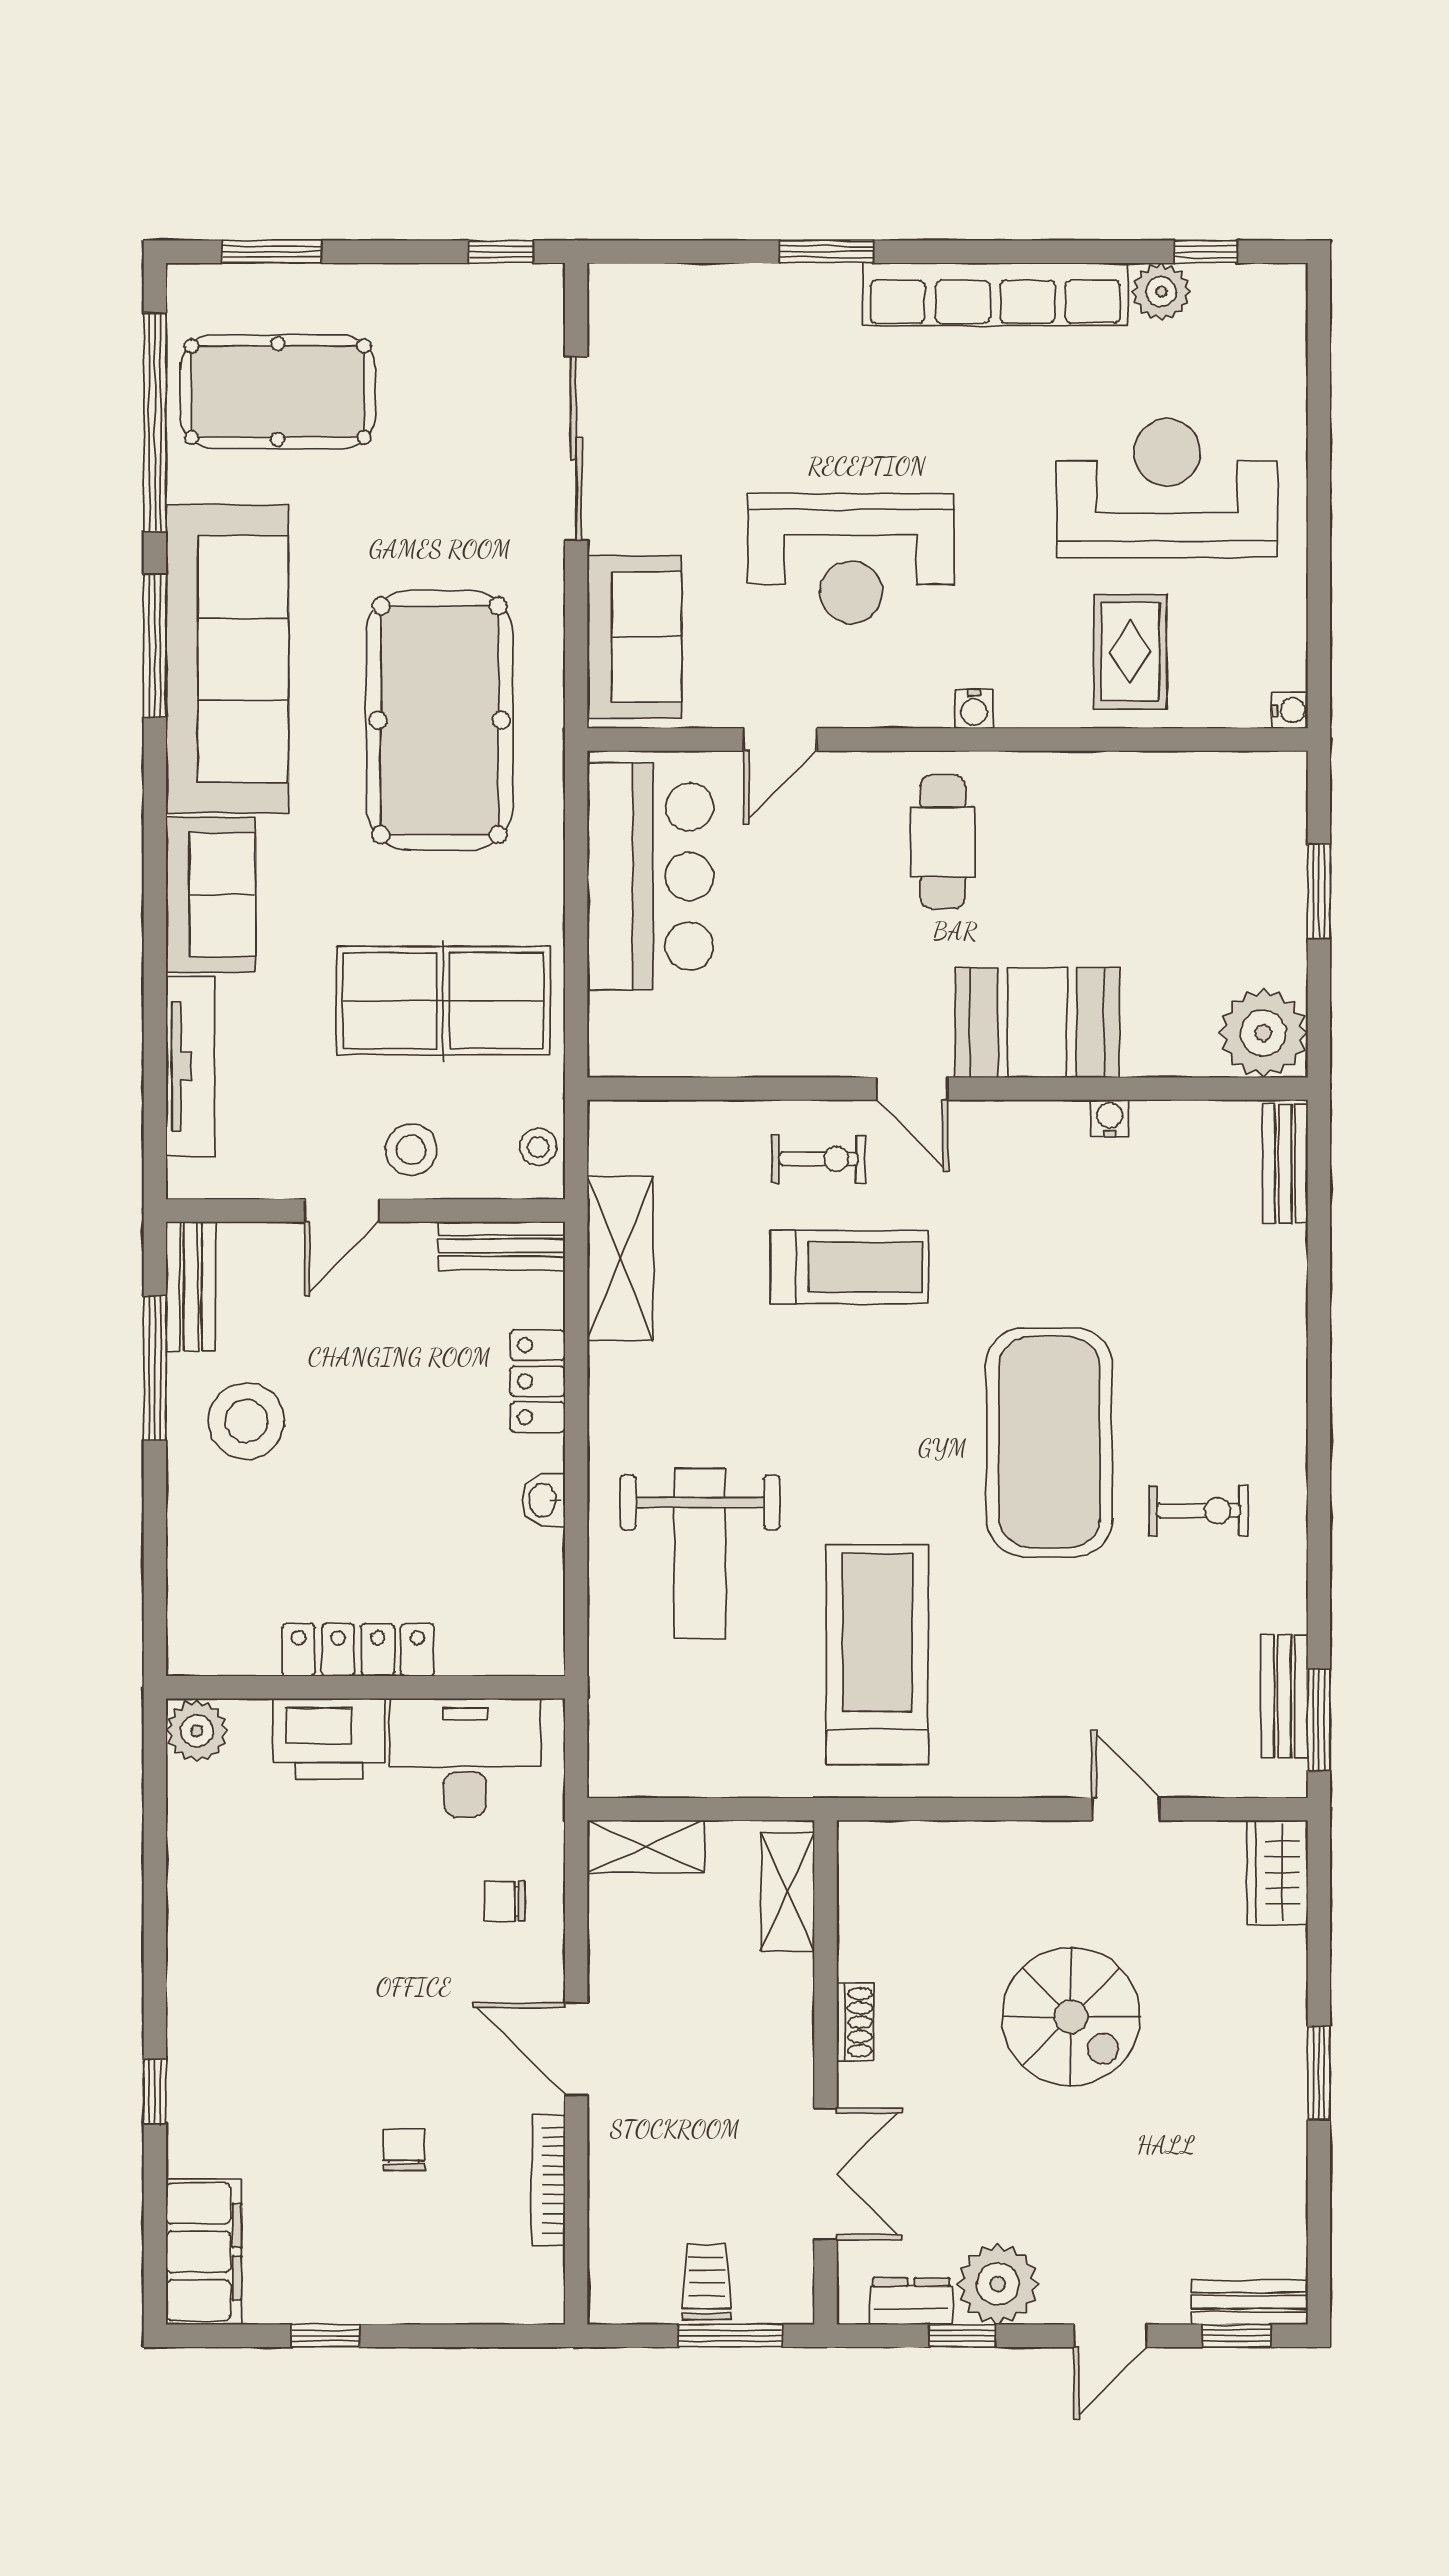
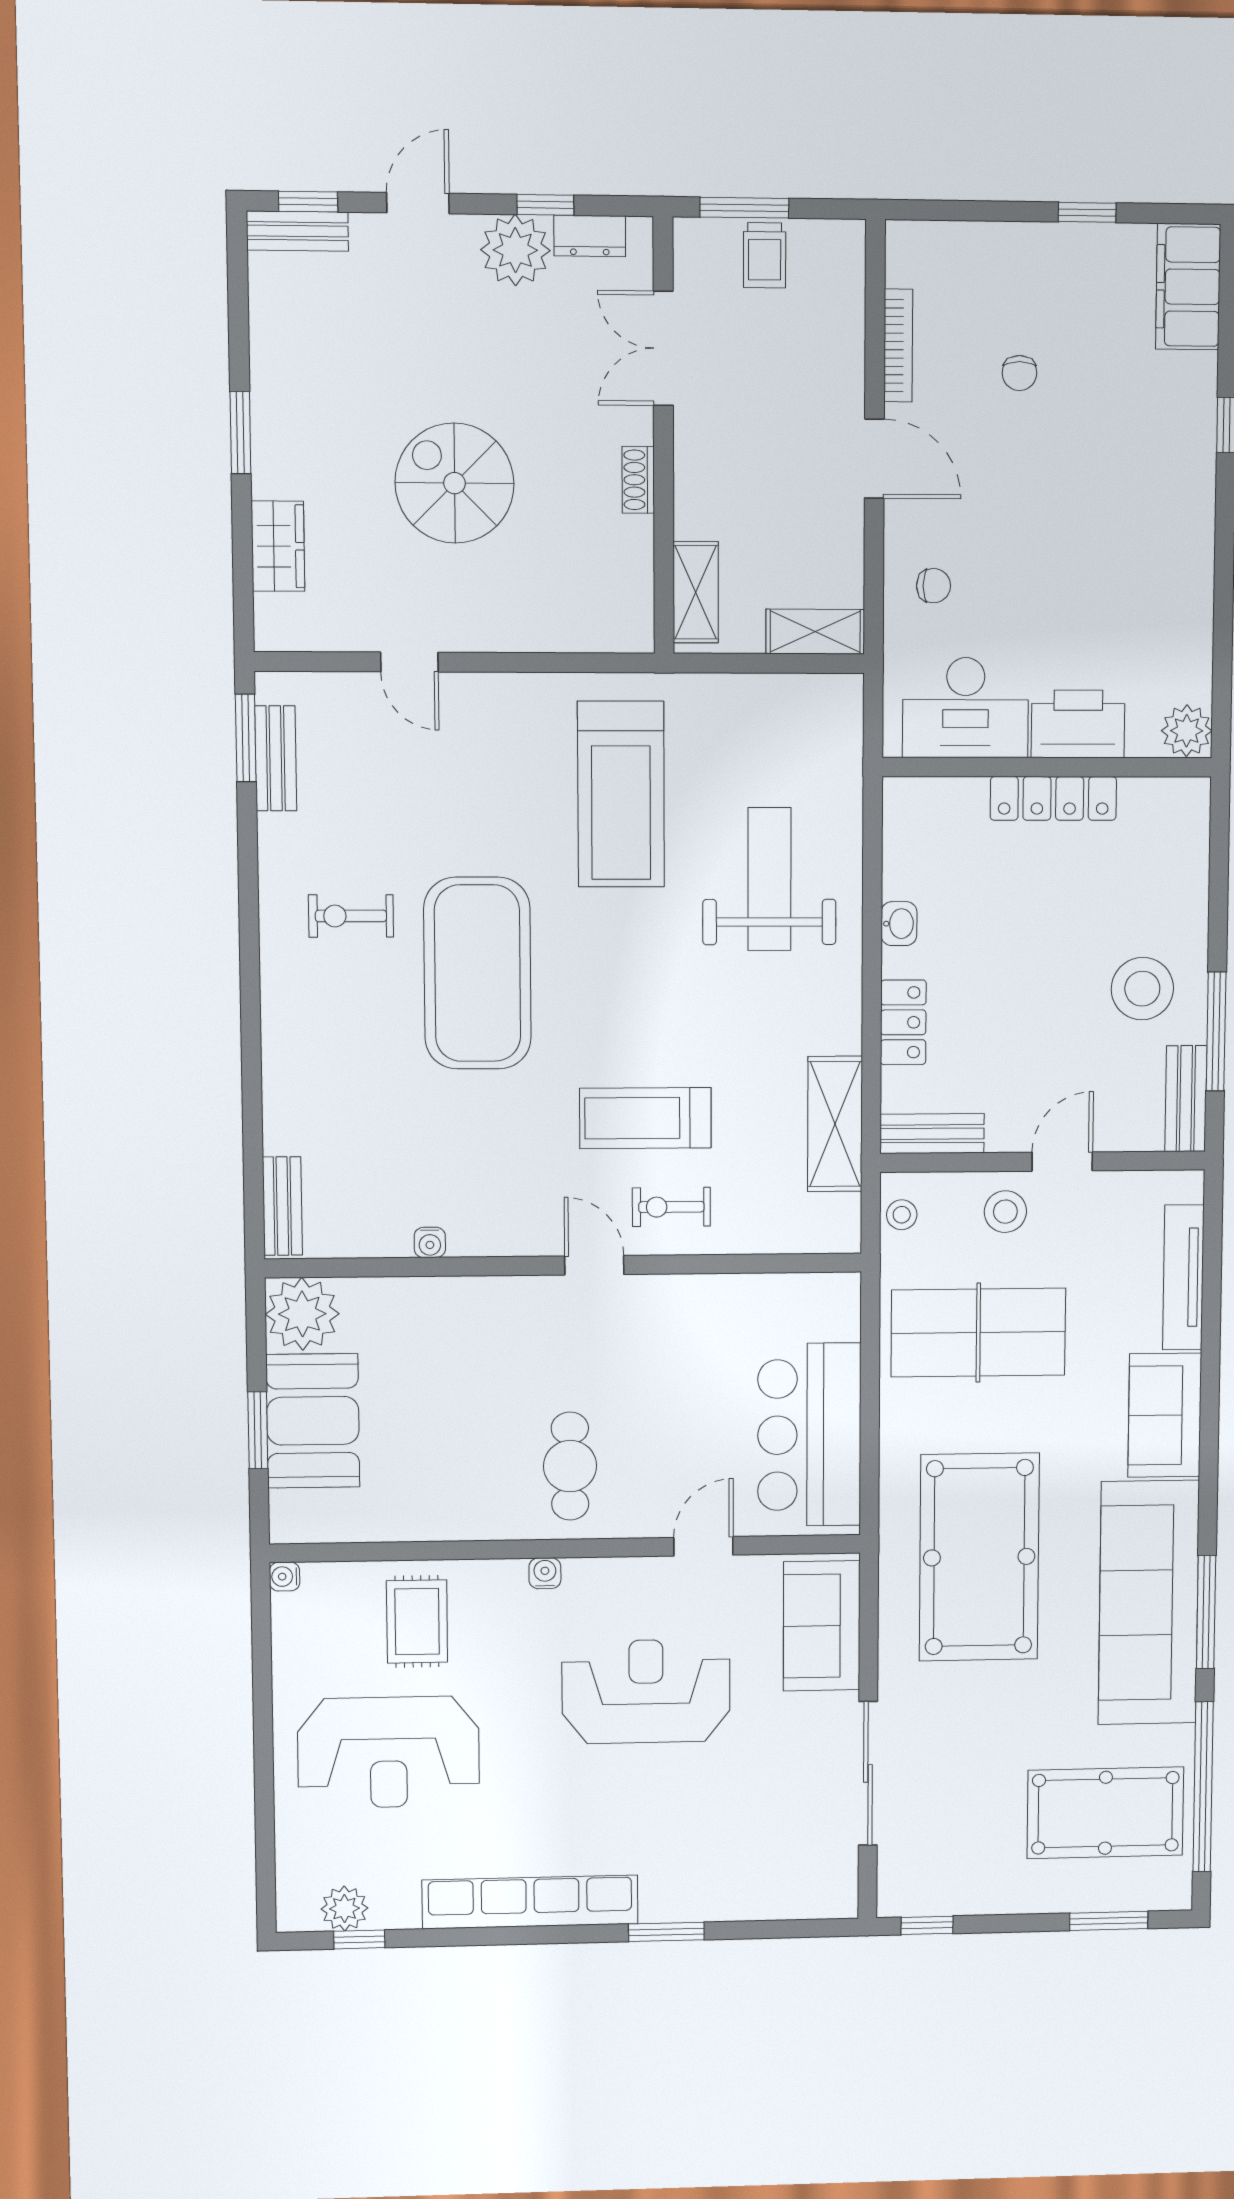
plant: (1161, 292) -> (344, 1909), moved
booth: (1037, 1022) -> (313, 1421), moved, turned 90
wardrobe: (1278, 1872) -> (278, 546), moved

